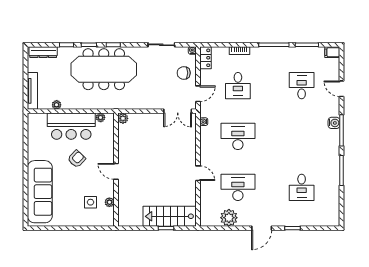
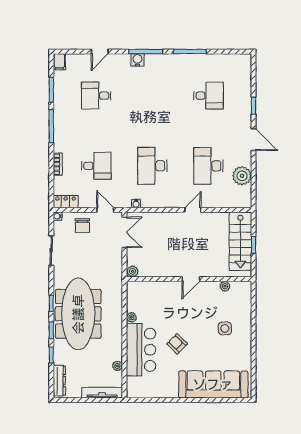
plant: (123, 118) -> (132, 271), moved
wall: (116, 170) -> (189, 279), moved
door: (116, 171) -> (191, 279), moved
plant: (109, 202) -> (225, 286), moved

